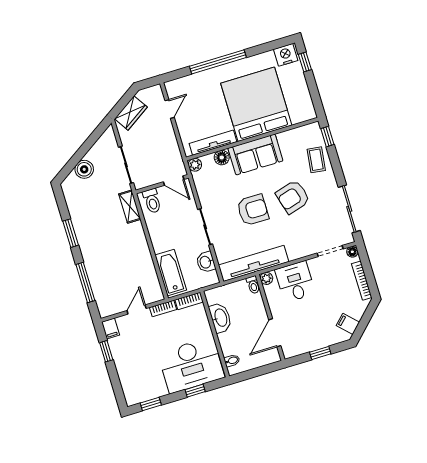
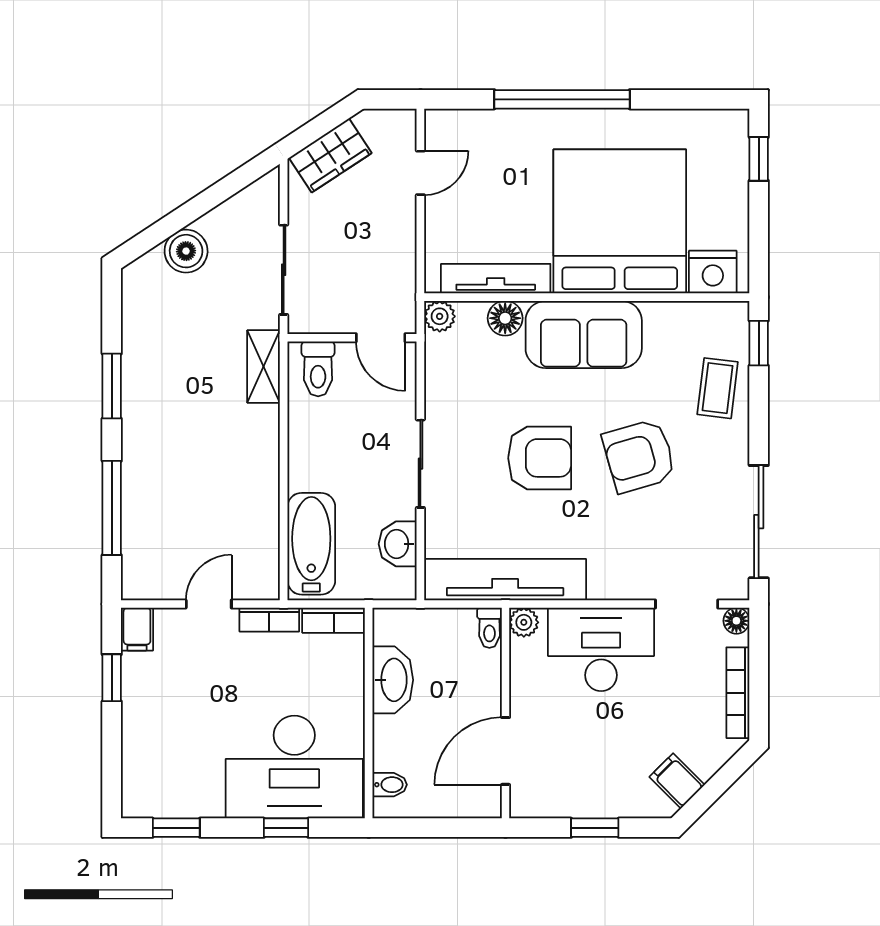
nightstand: (286, 55) -> (713, 272), moved, turned 180
desk: (295, 282) -> (601, 649), width x1.37

